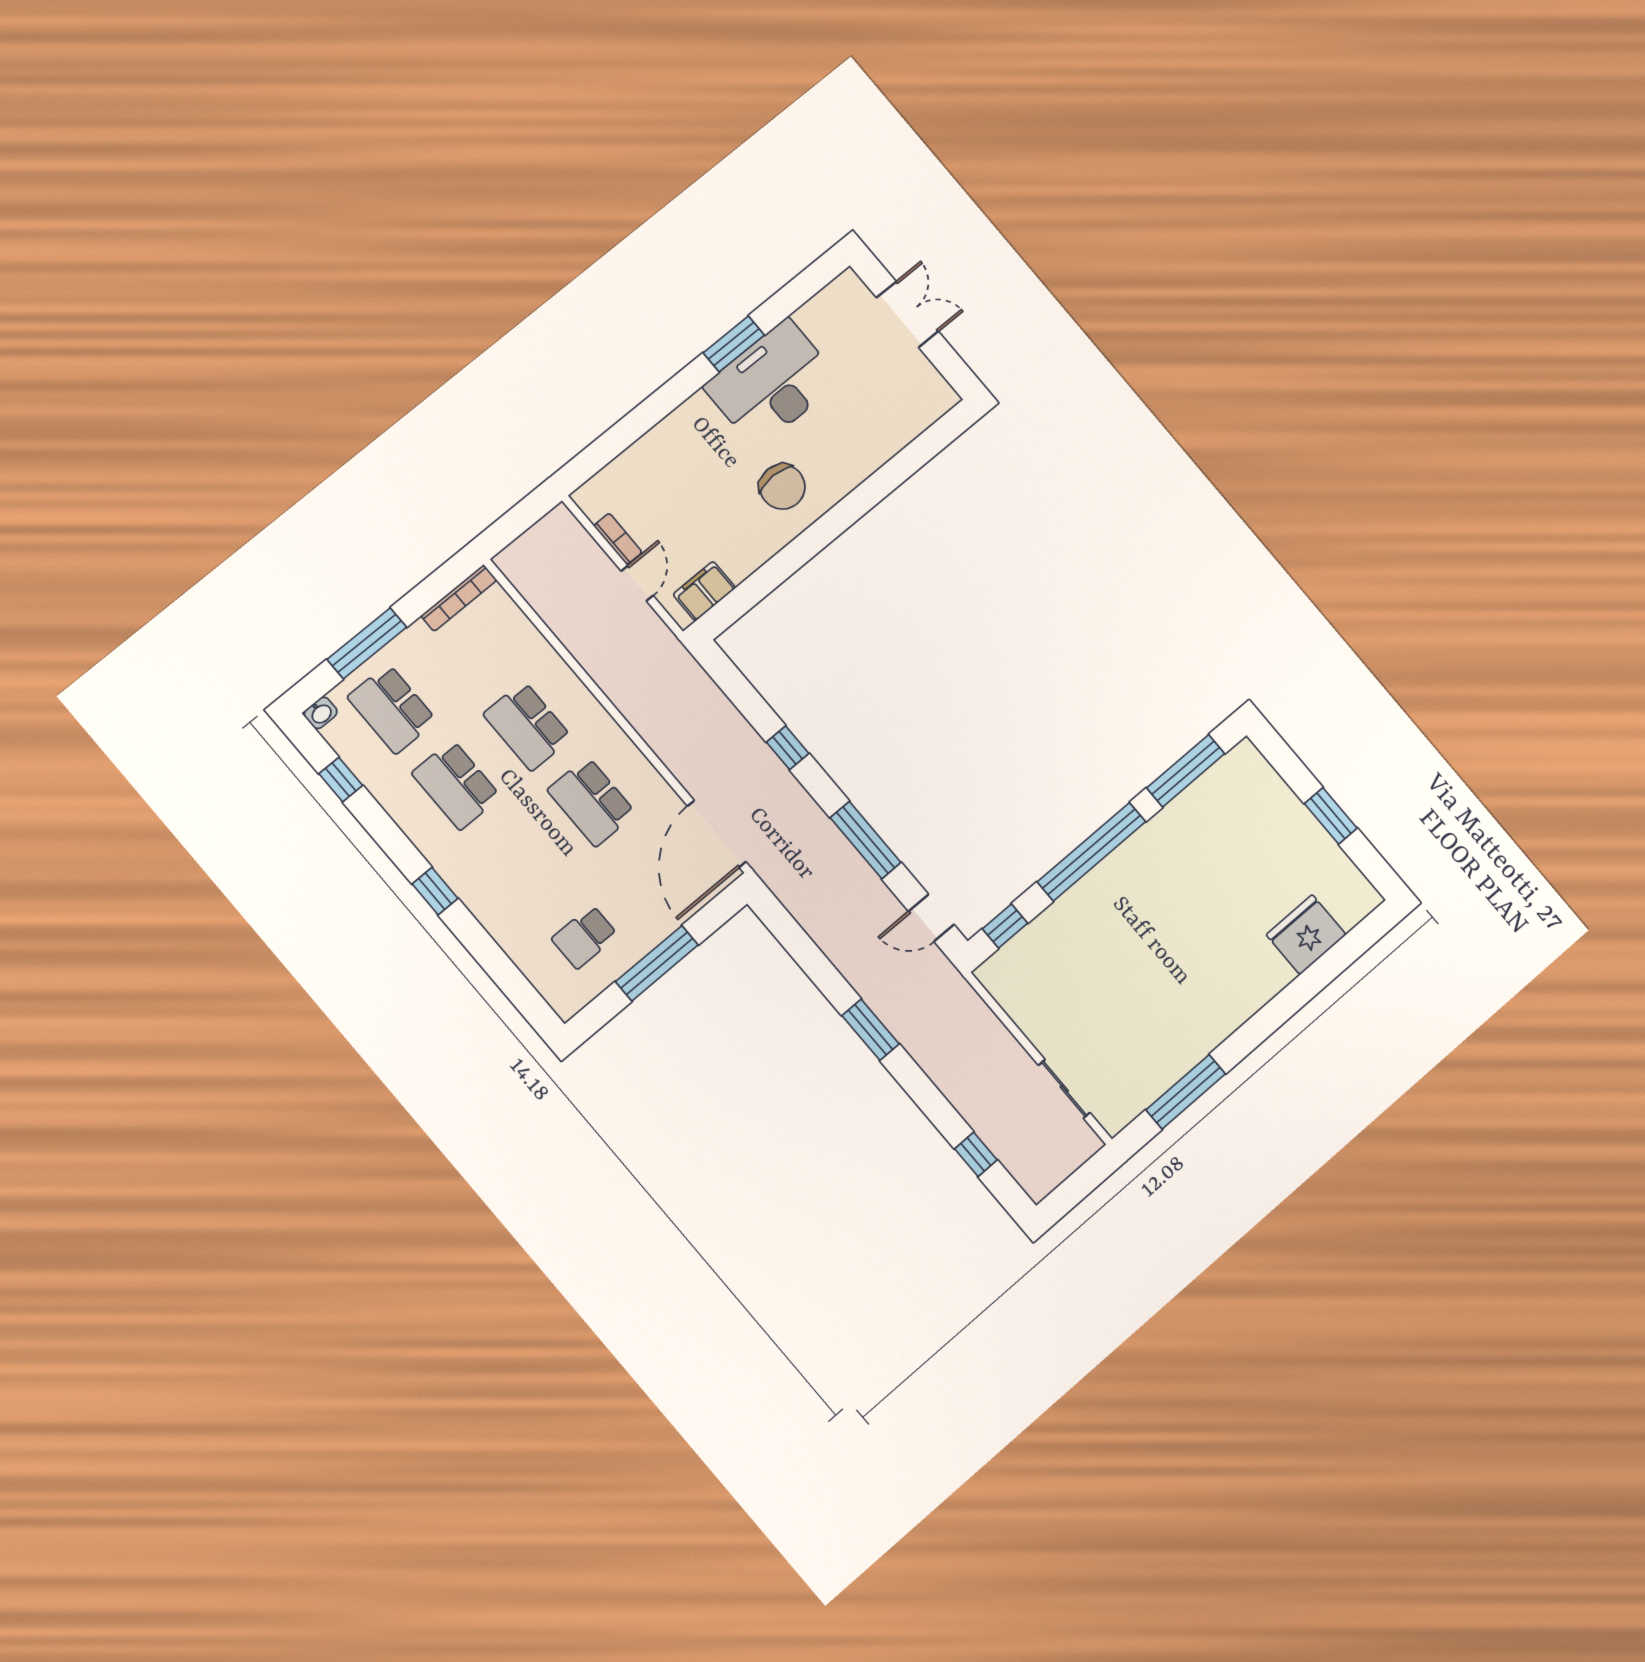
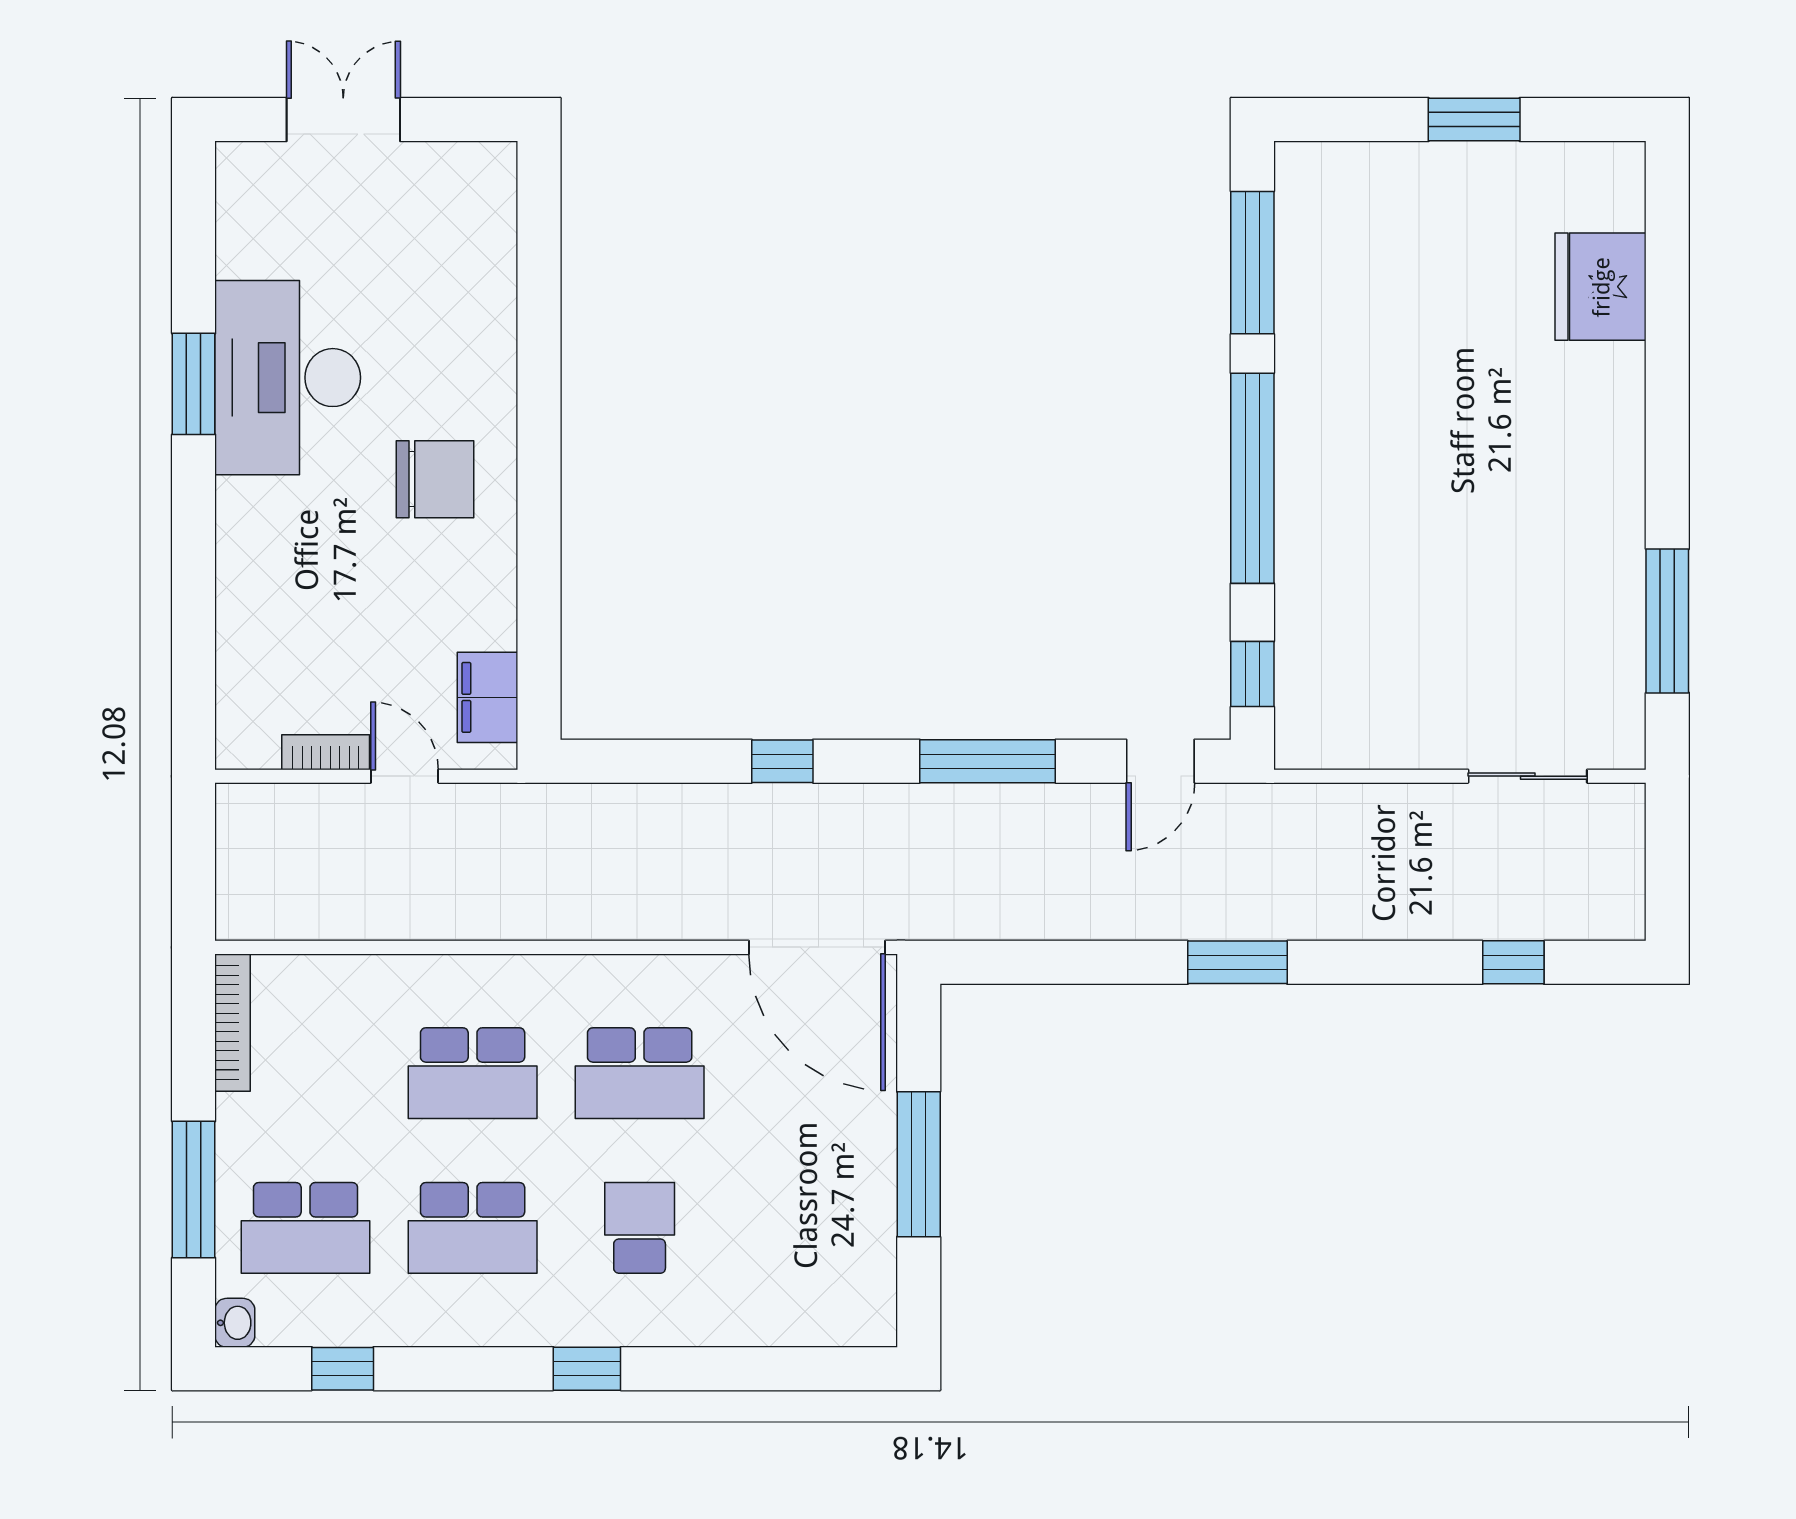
school desk: (585, 937) -> (640, 1228), moved, turned 180

